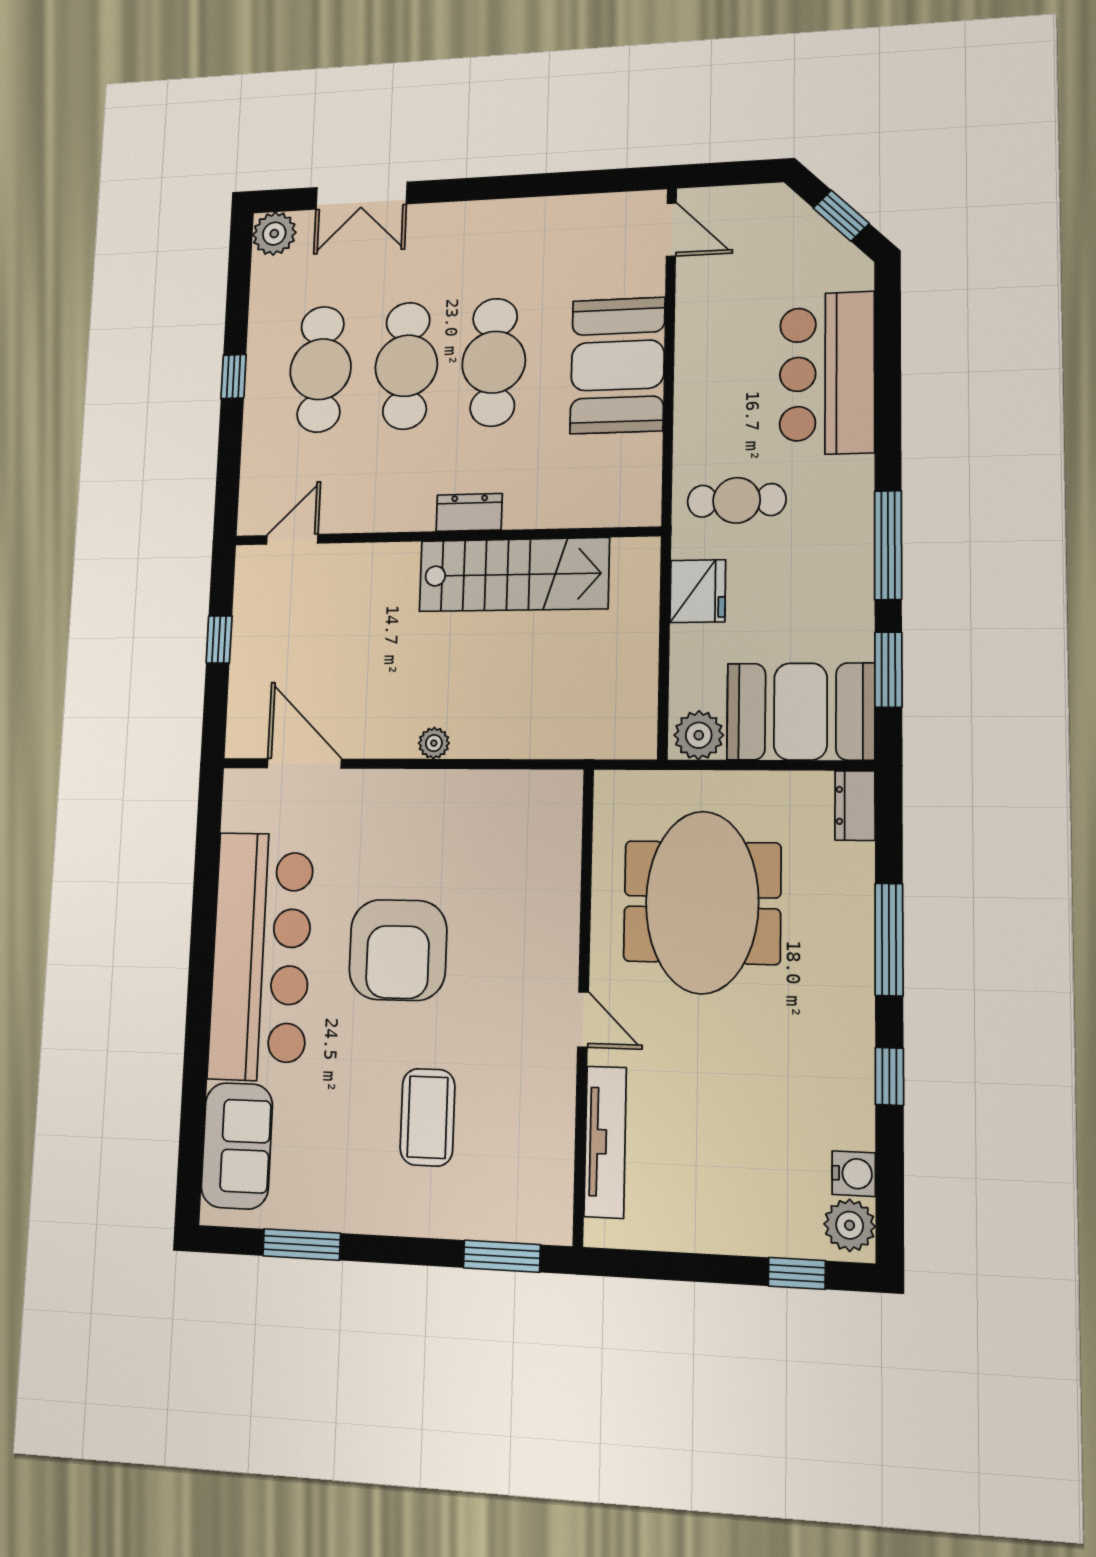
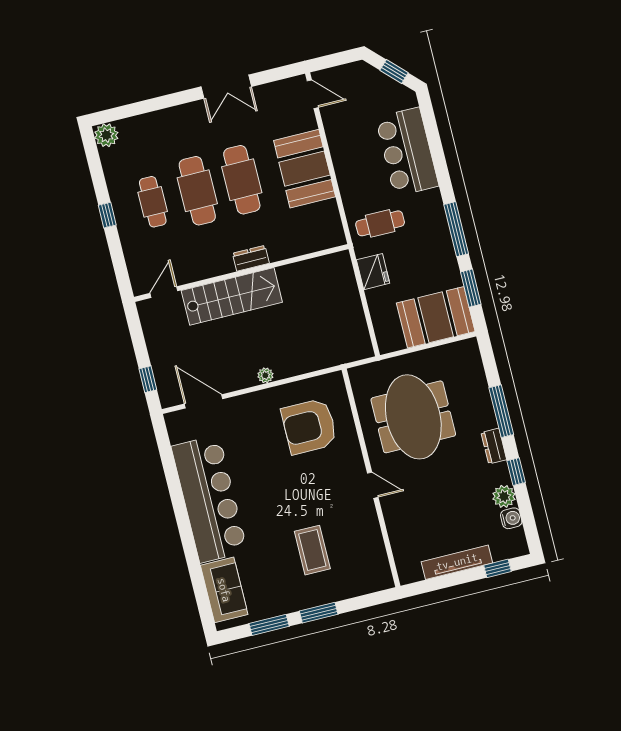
double door: (361, 196) -> (226, 87), moved
cafe table: (321, 369) -> (153, 202), width x0.73, depth x0.74
stairs: (514, 575) -> (232, 296), moved
window: (219, 639) -> (148, 379), moved
plant: (699, 735) -> (391, 340), removed
dresser: (855, 805) -> (494, 446), moved
armchair: (398, 950) -> (309, 426), moved, turned 90
tv unit: (605, 1142) -> (457, 562), moved, turned -90
plant: (850, 1225) -> (504, 496), moved
window: (502, 1256) -> (319, 613), moved

